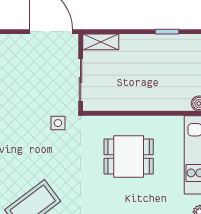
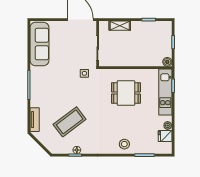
shelving: (101, 42) -> (120, 26), moved

